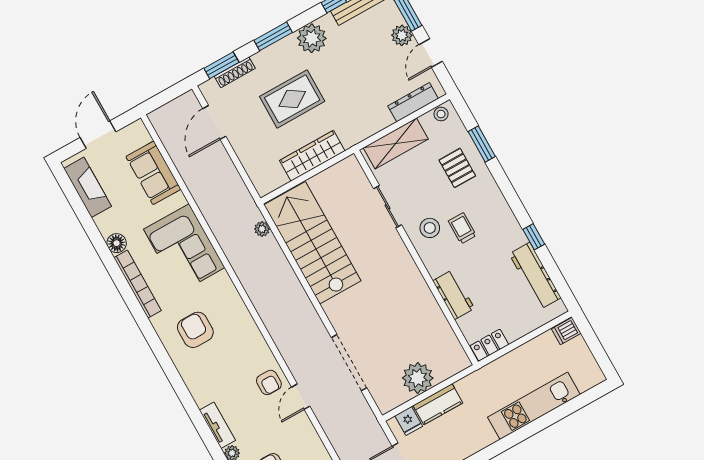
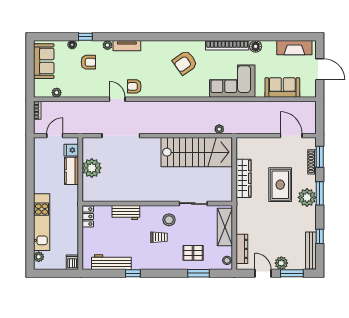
plant: (312, 38) -> (307, 197), moved
armchair: (195, 330) -> (185, 63), turned 145
plant: (585, 382) -> (39, 257), added

